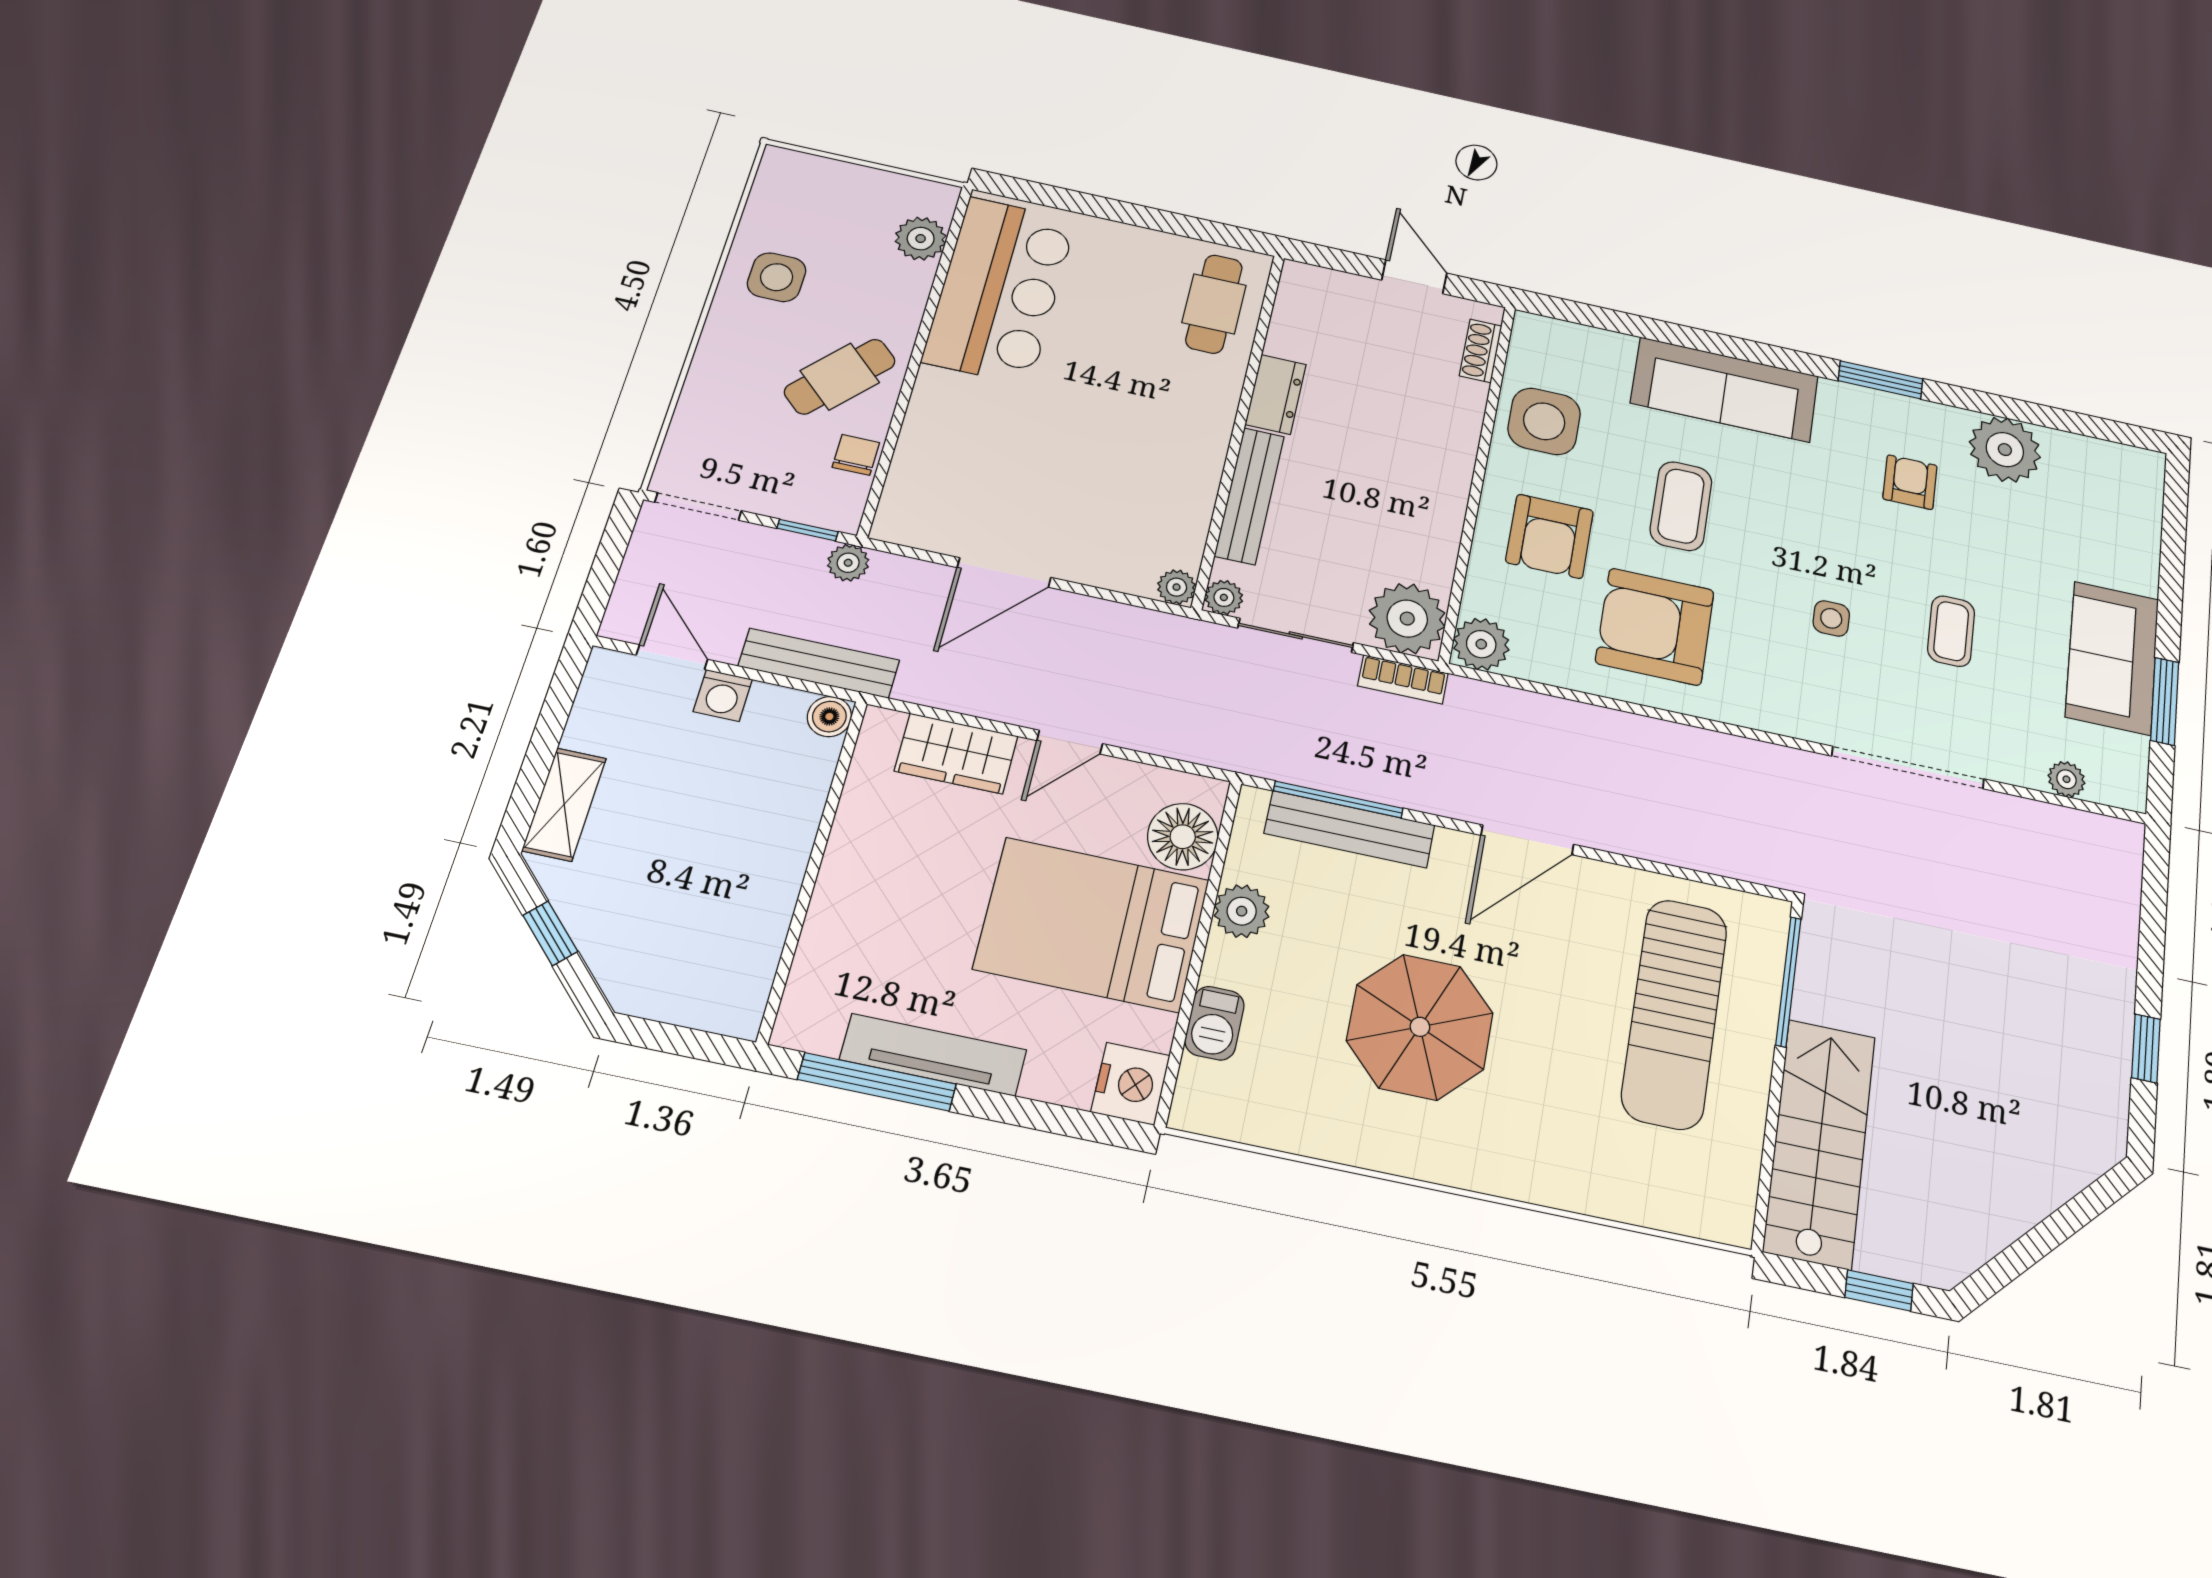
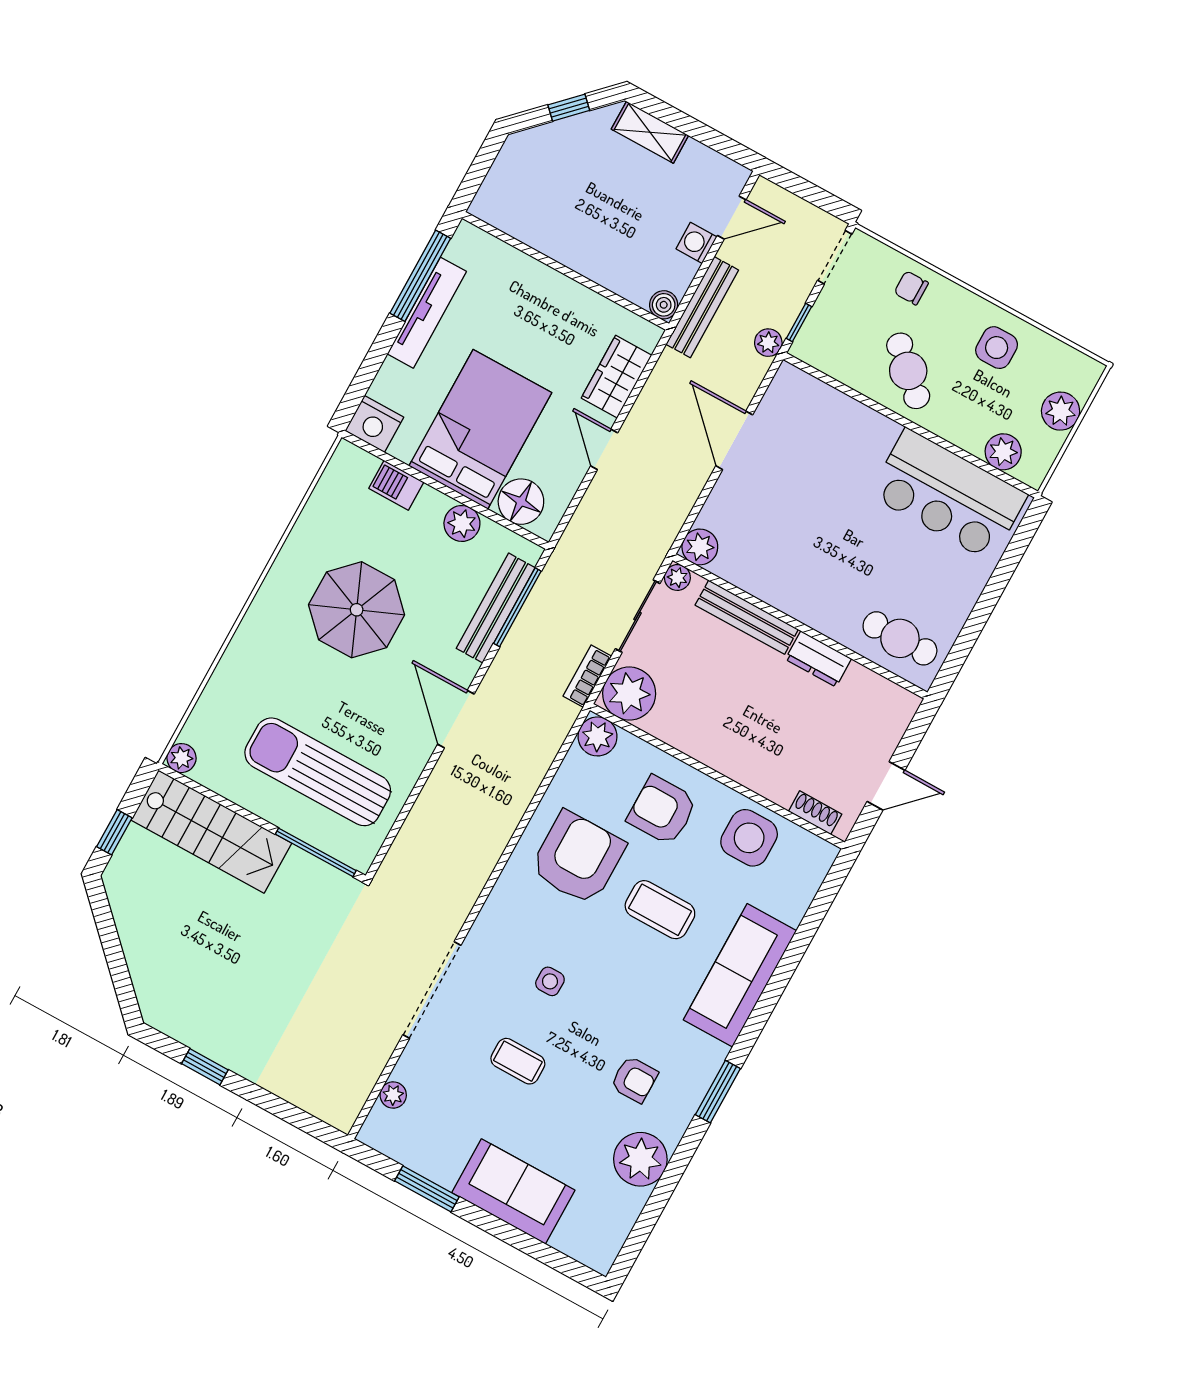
plant: (844, 184) -> (1061, 411), added
chair: (856, 455) -> (911, 288), moved, turned 180
plant: (1177, 587) -> (700, 547), width x1.38, depth x1.38
sofa: (2112, 658) -> (513, 1191), moved
plant: (1732, 1222) -> (182, 758), added

